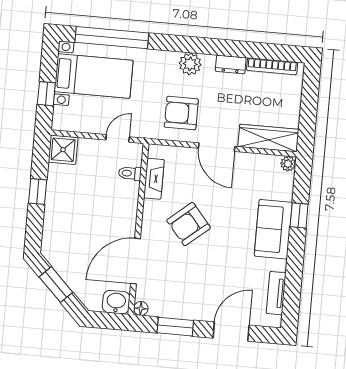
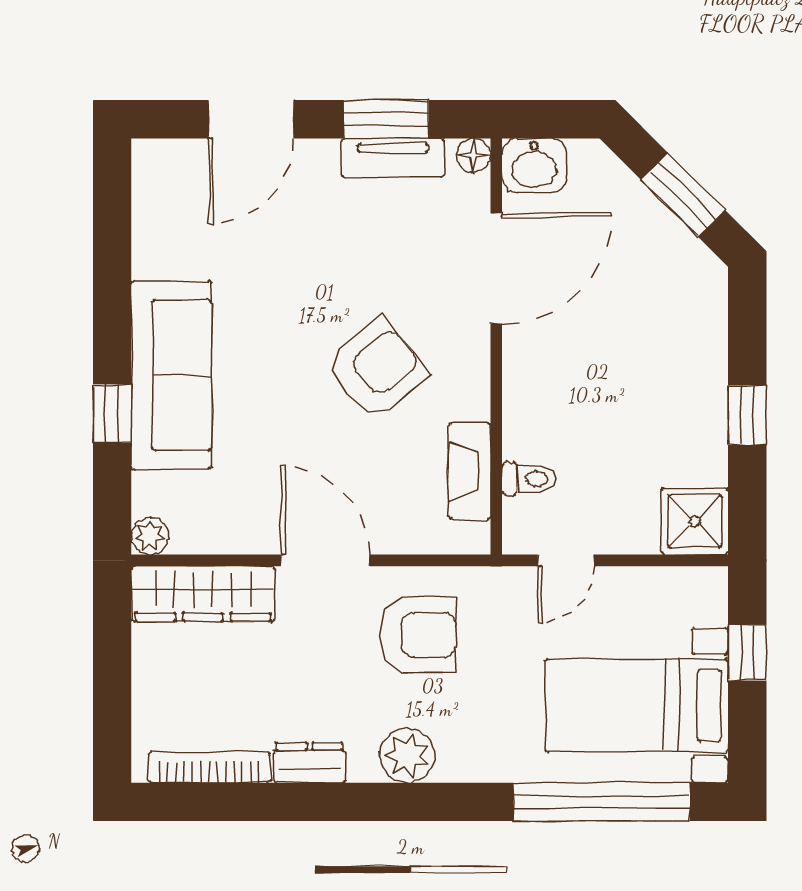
sofa: (273, 229) -> (171, 375), width x1.36
tv unit: (276, 293) -> (393, 158), moved, turned 90

